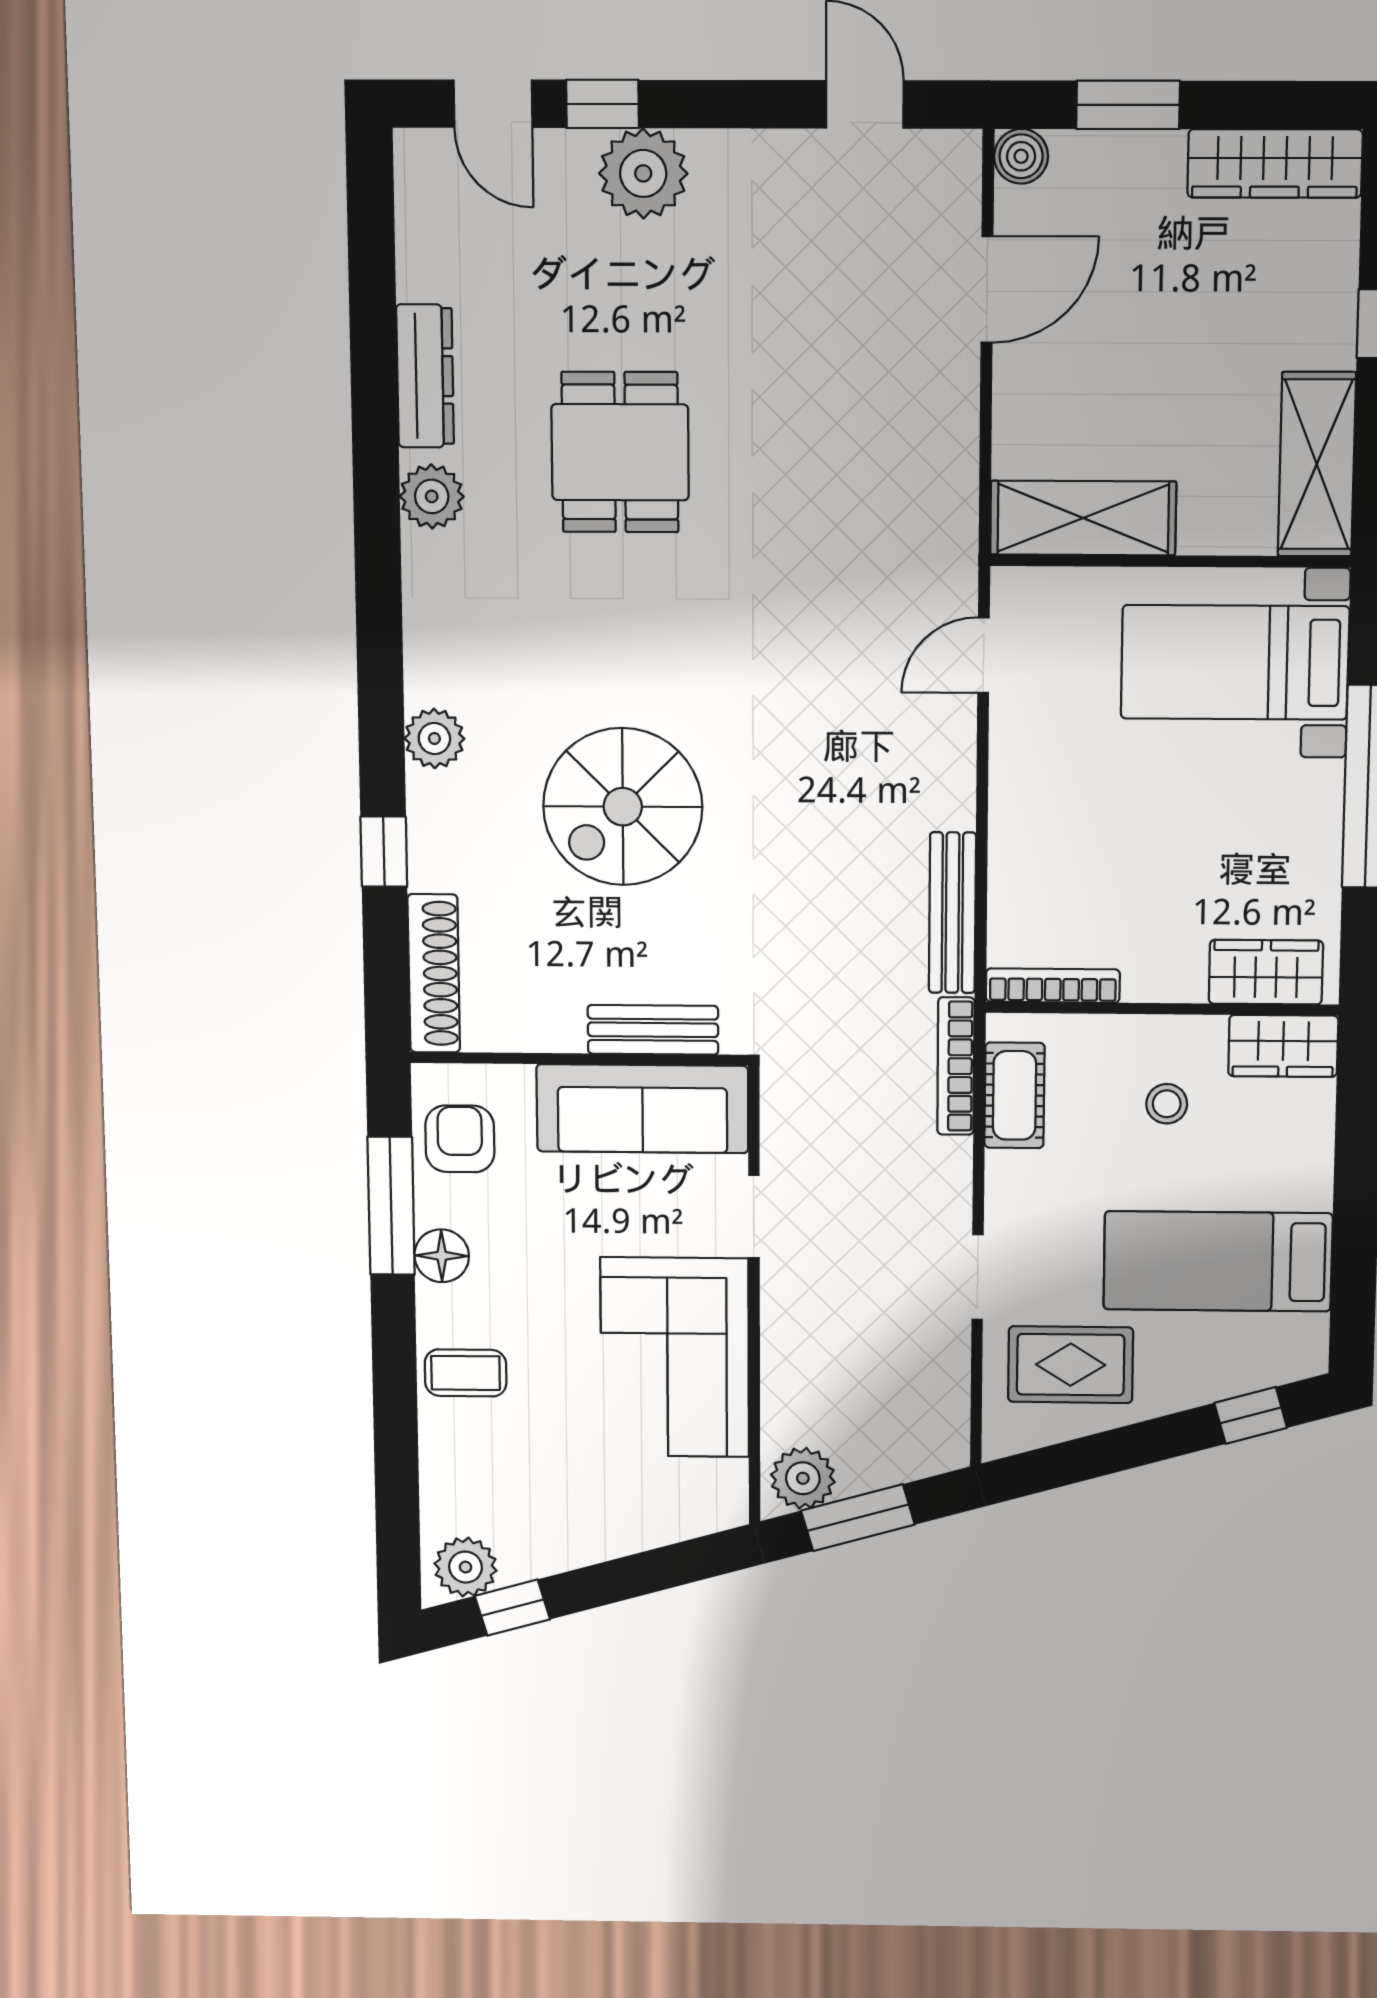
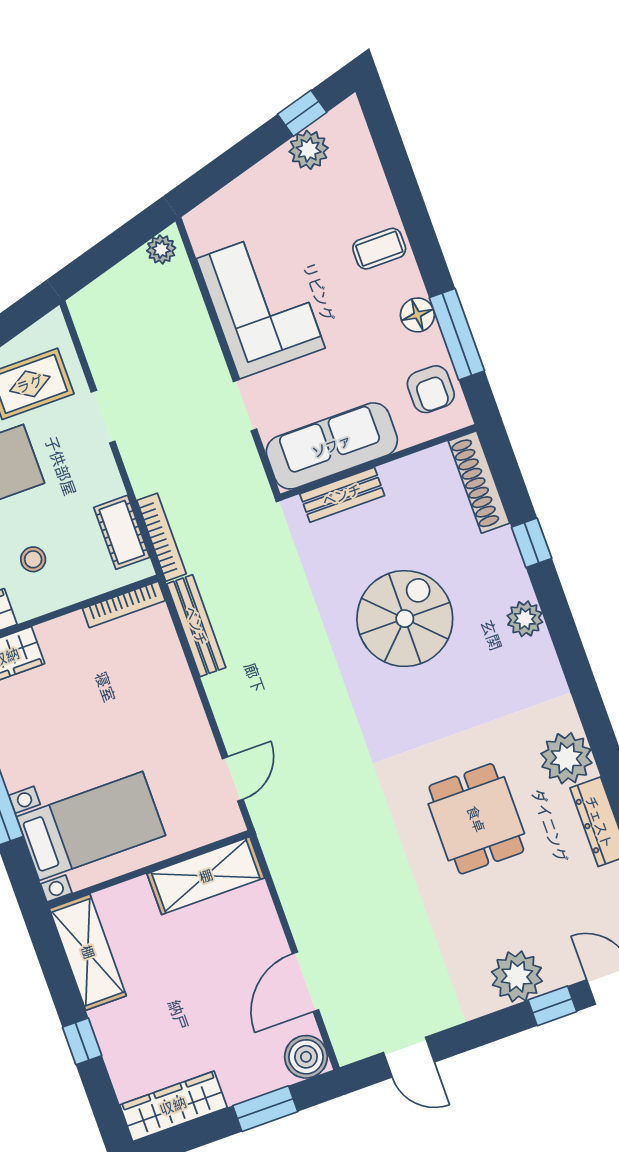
boiler: (1021, 156) -> (306, 1057), width x1.36, depth x1.36
plant: (432, 496) -> (566, 758), width x1.36, depth x1.36
plant: (803, 1478) -> (161, 249), width x0.73, depth x0.73
window: (858, 1518) -> (119, 245), removed
plant: (466, 1567) -> (309, 150), moved

